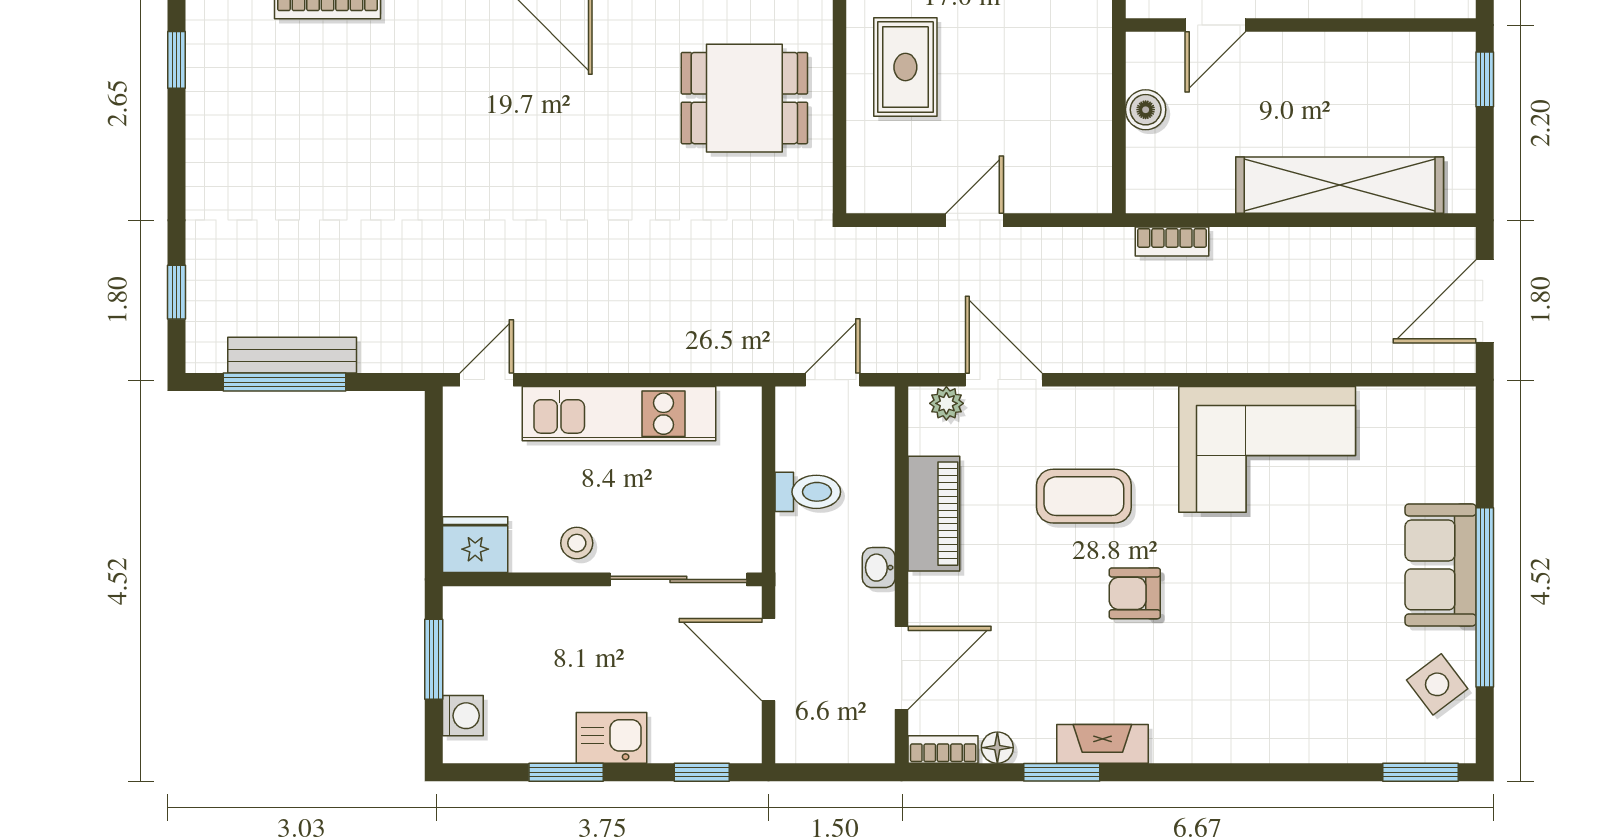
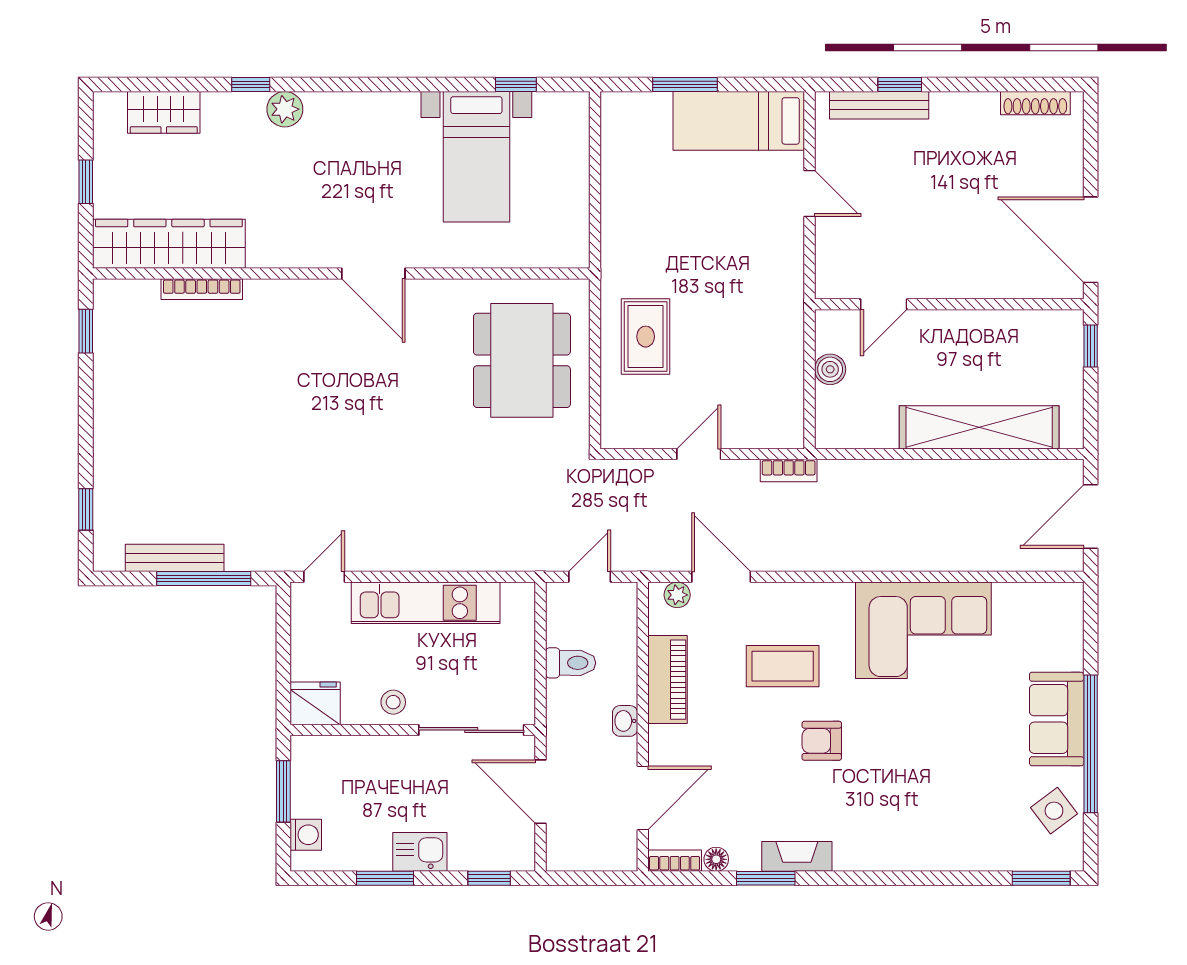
dining table: (744, 98) -> (522, 360), width x1.38
bookcase: (1172, 241) -> (789, 471), moved
window: (285, 382) -> (204, 578), moved

